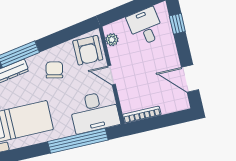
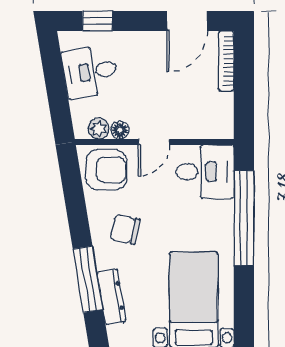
floor lamp: (114, 53) -> (120, 130), added
desk: (95, 112) -> (205, 172), width x0.73
bookcase: (142, 115) -> (226, 61), moved

